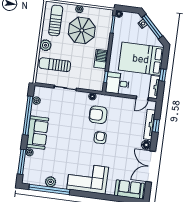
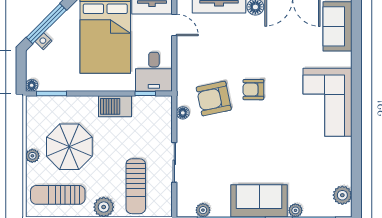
armchair: (98, 115) -> (214, 99), turned 78
plant: (51, 182) -> (342, 195), moved
window: (49, 190) -> (356, 167), removed

